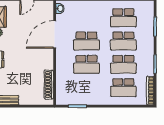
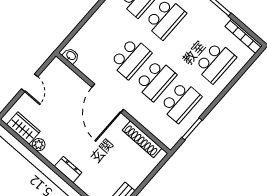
door: (55, 34) -> (108, 98), moved
school desk: (123, 64) -> (181, 102), moved

